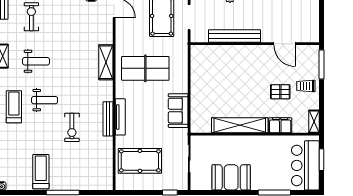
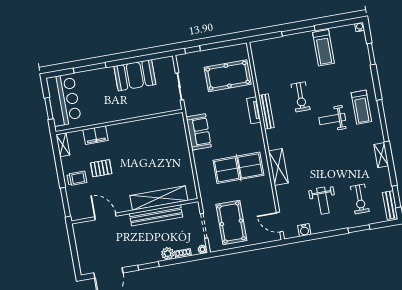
weight bench: (36, 61) -> (323, 201), moved, turned -90
tv unit: (120, 117) -> (254, 110), width x0.71
shelving: (240, 125) -> (159, 198), moved
exercise bike: (72, 127) -> (301, 97), turned 180

